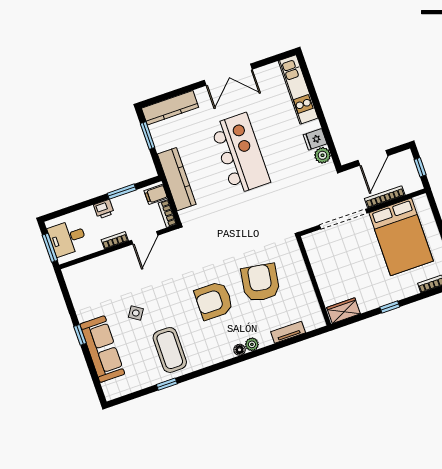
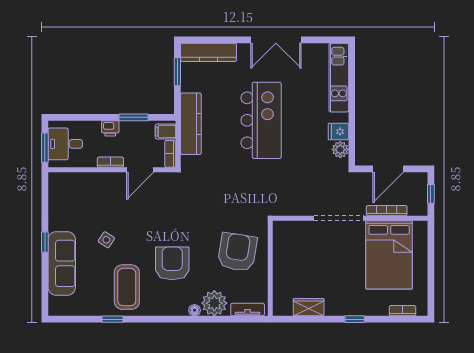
wall: (314, 281) -> (270, 268), moved
armchair: (214, 301) -> (172, 263), moved, turned 90
plant: (252, 344) -> (214, 303), width x1.87, depth x1.87

